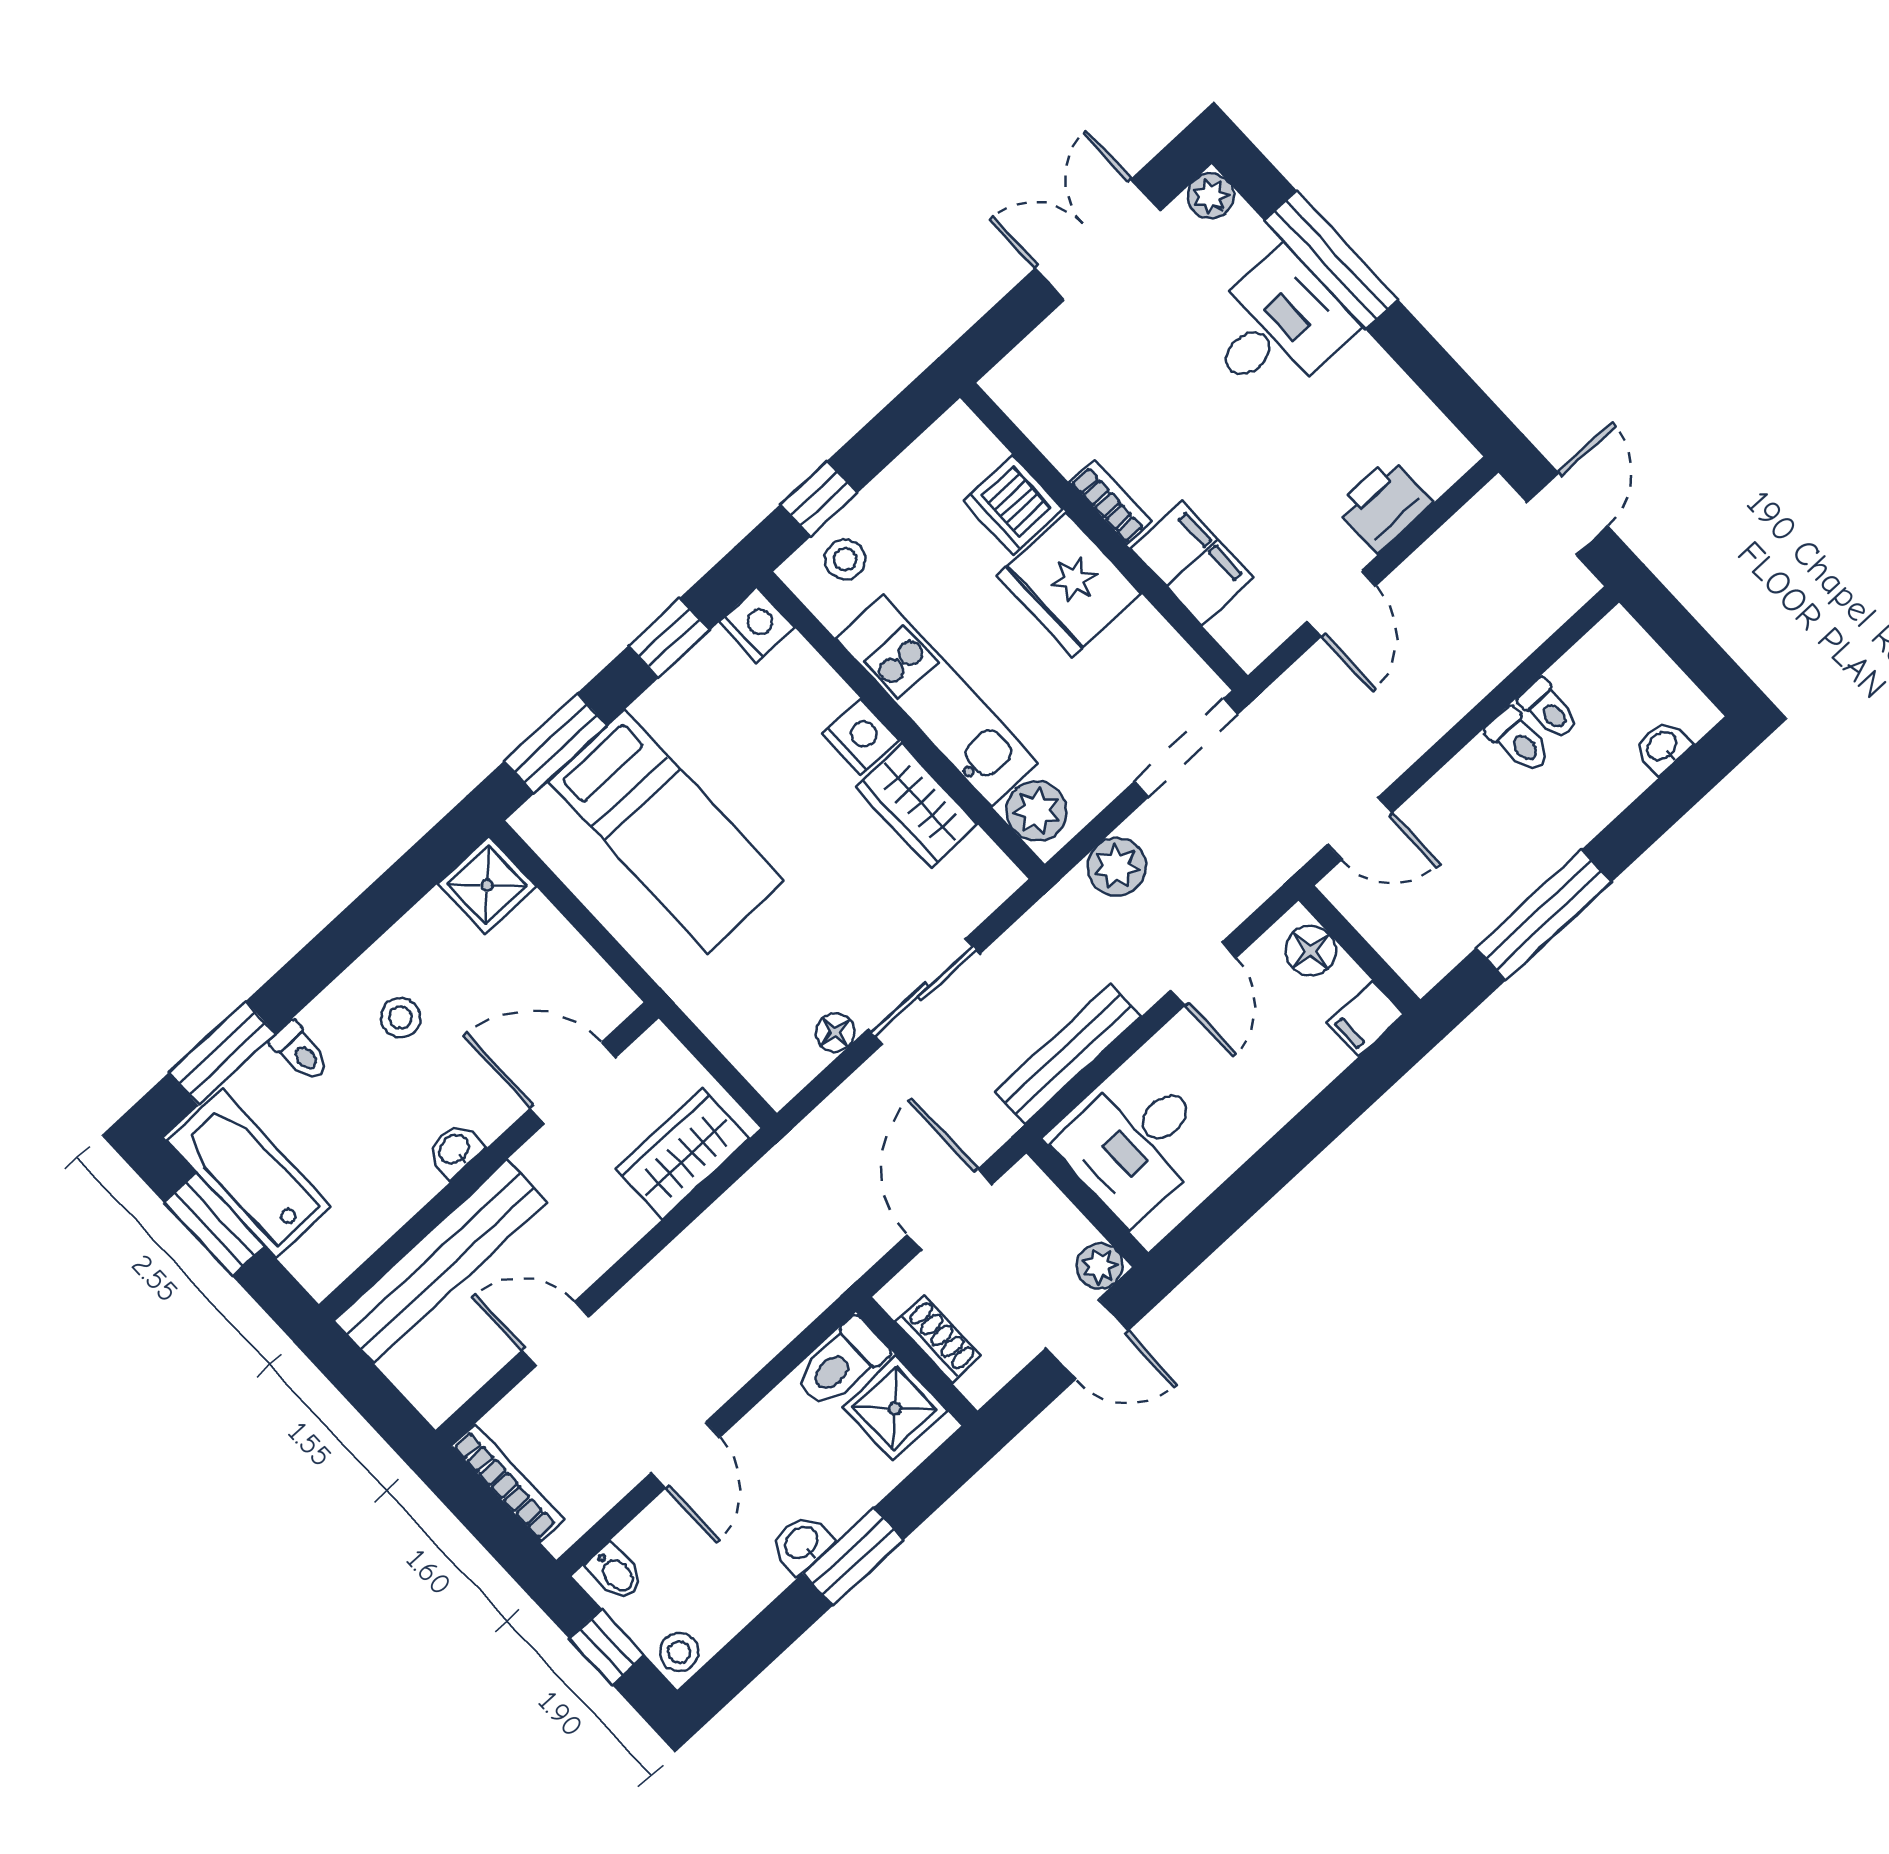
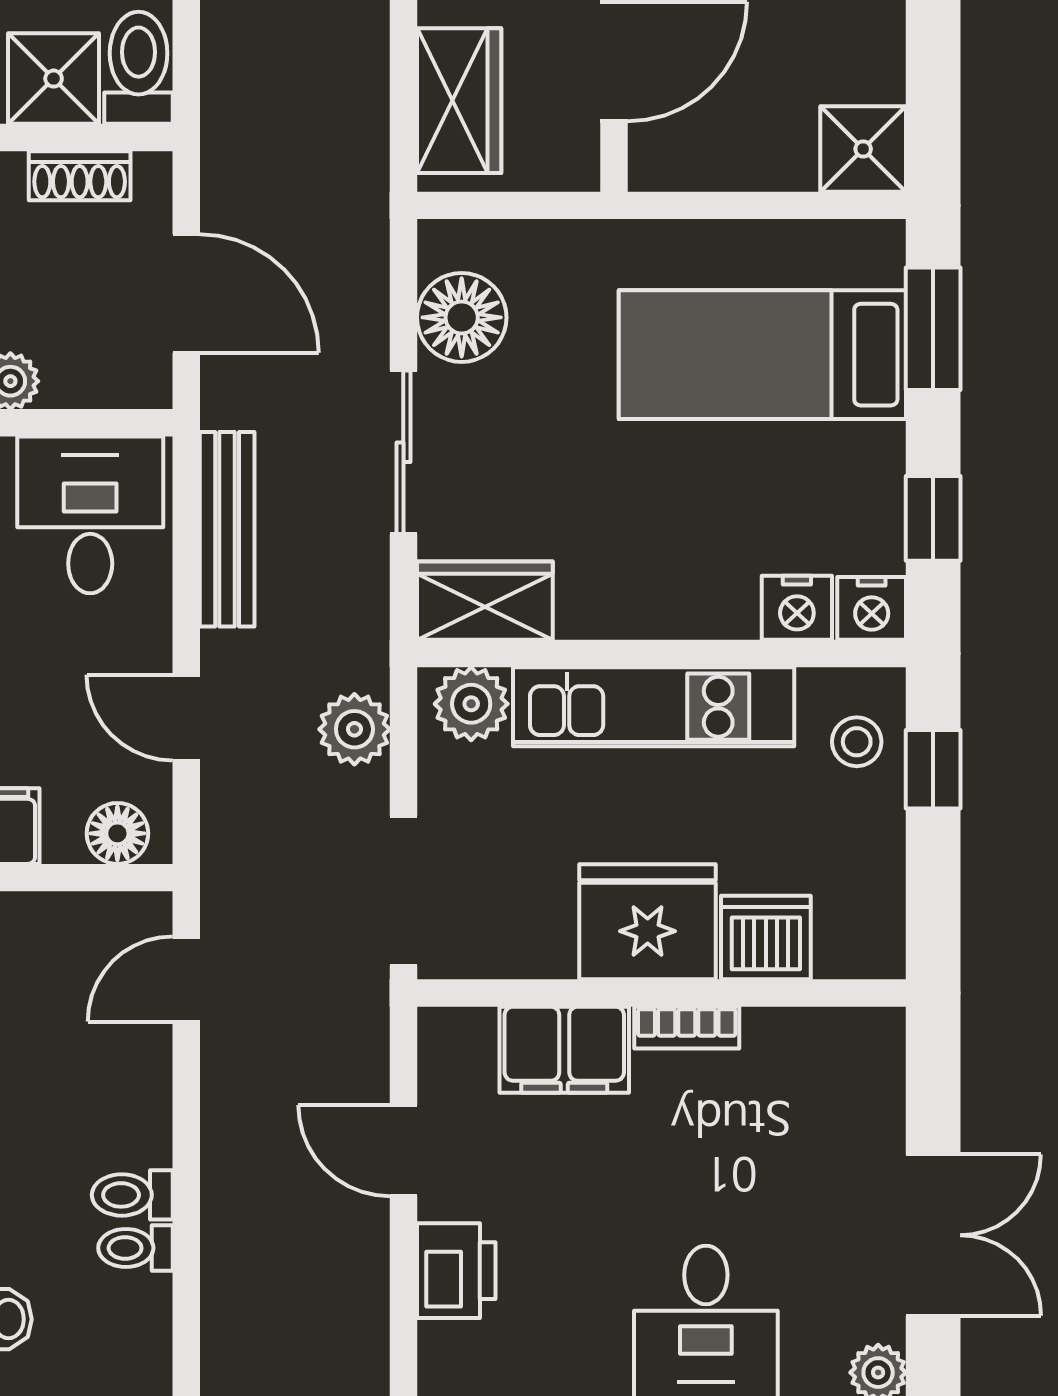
nightstand: (861, 737) -> (797, 608), moved
wardrobe: (916, 806) -> (485, 601), moved
floor lamp: (835, 1032) -> (462, 317), width x1.89, depth x1.89

